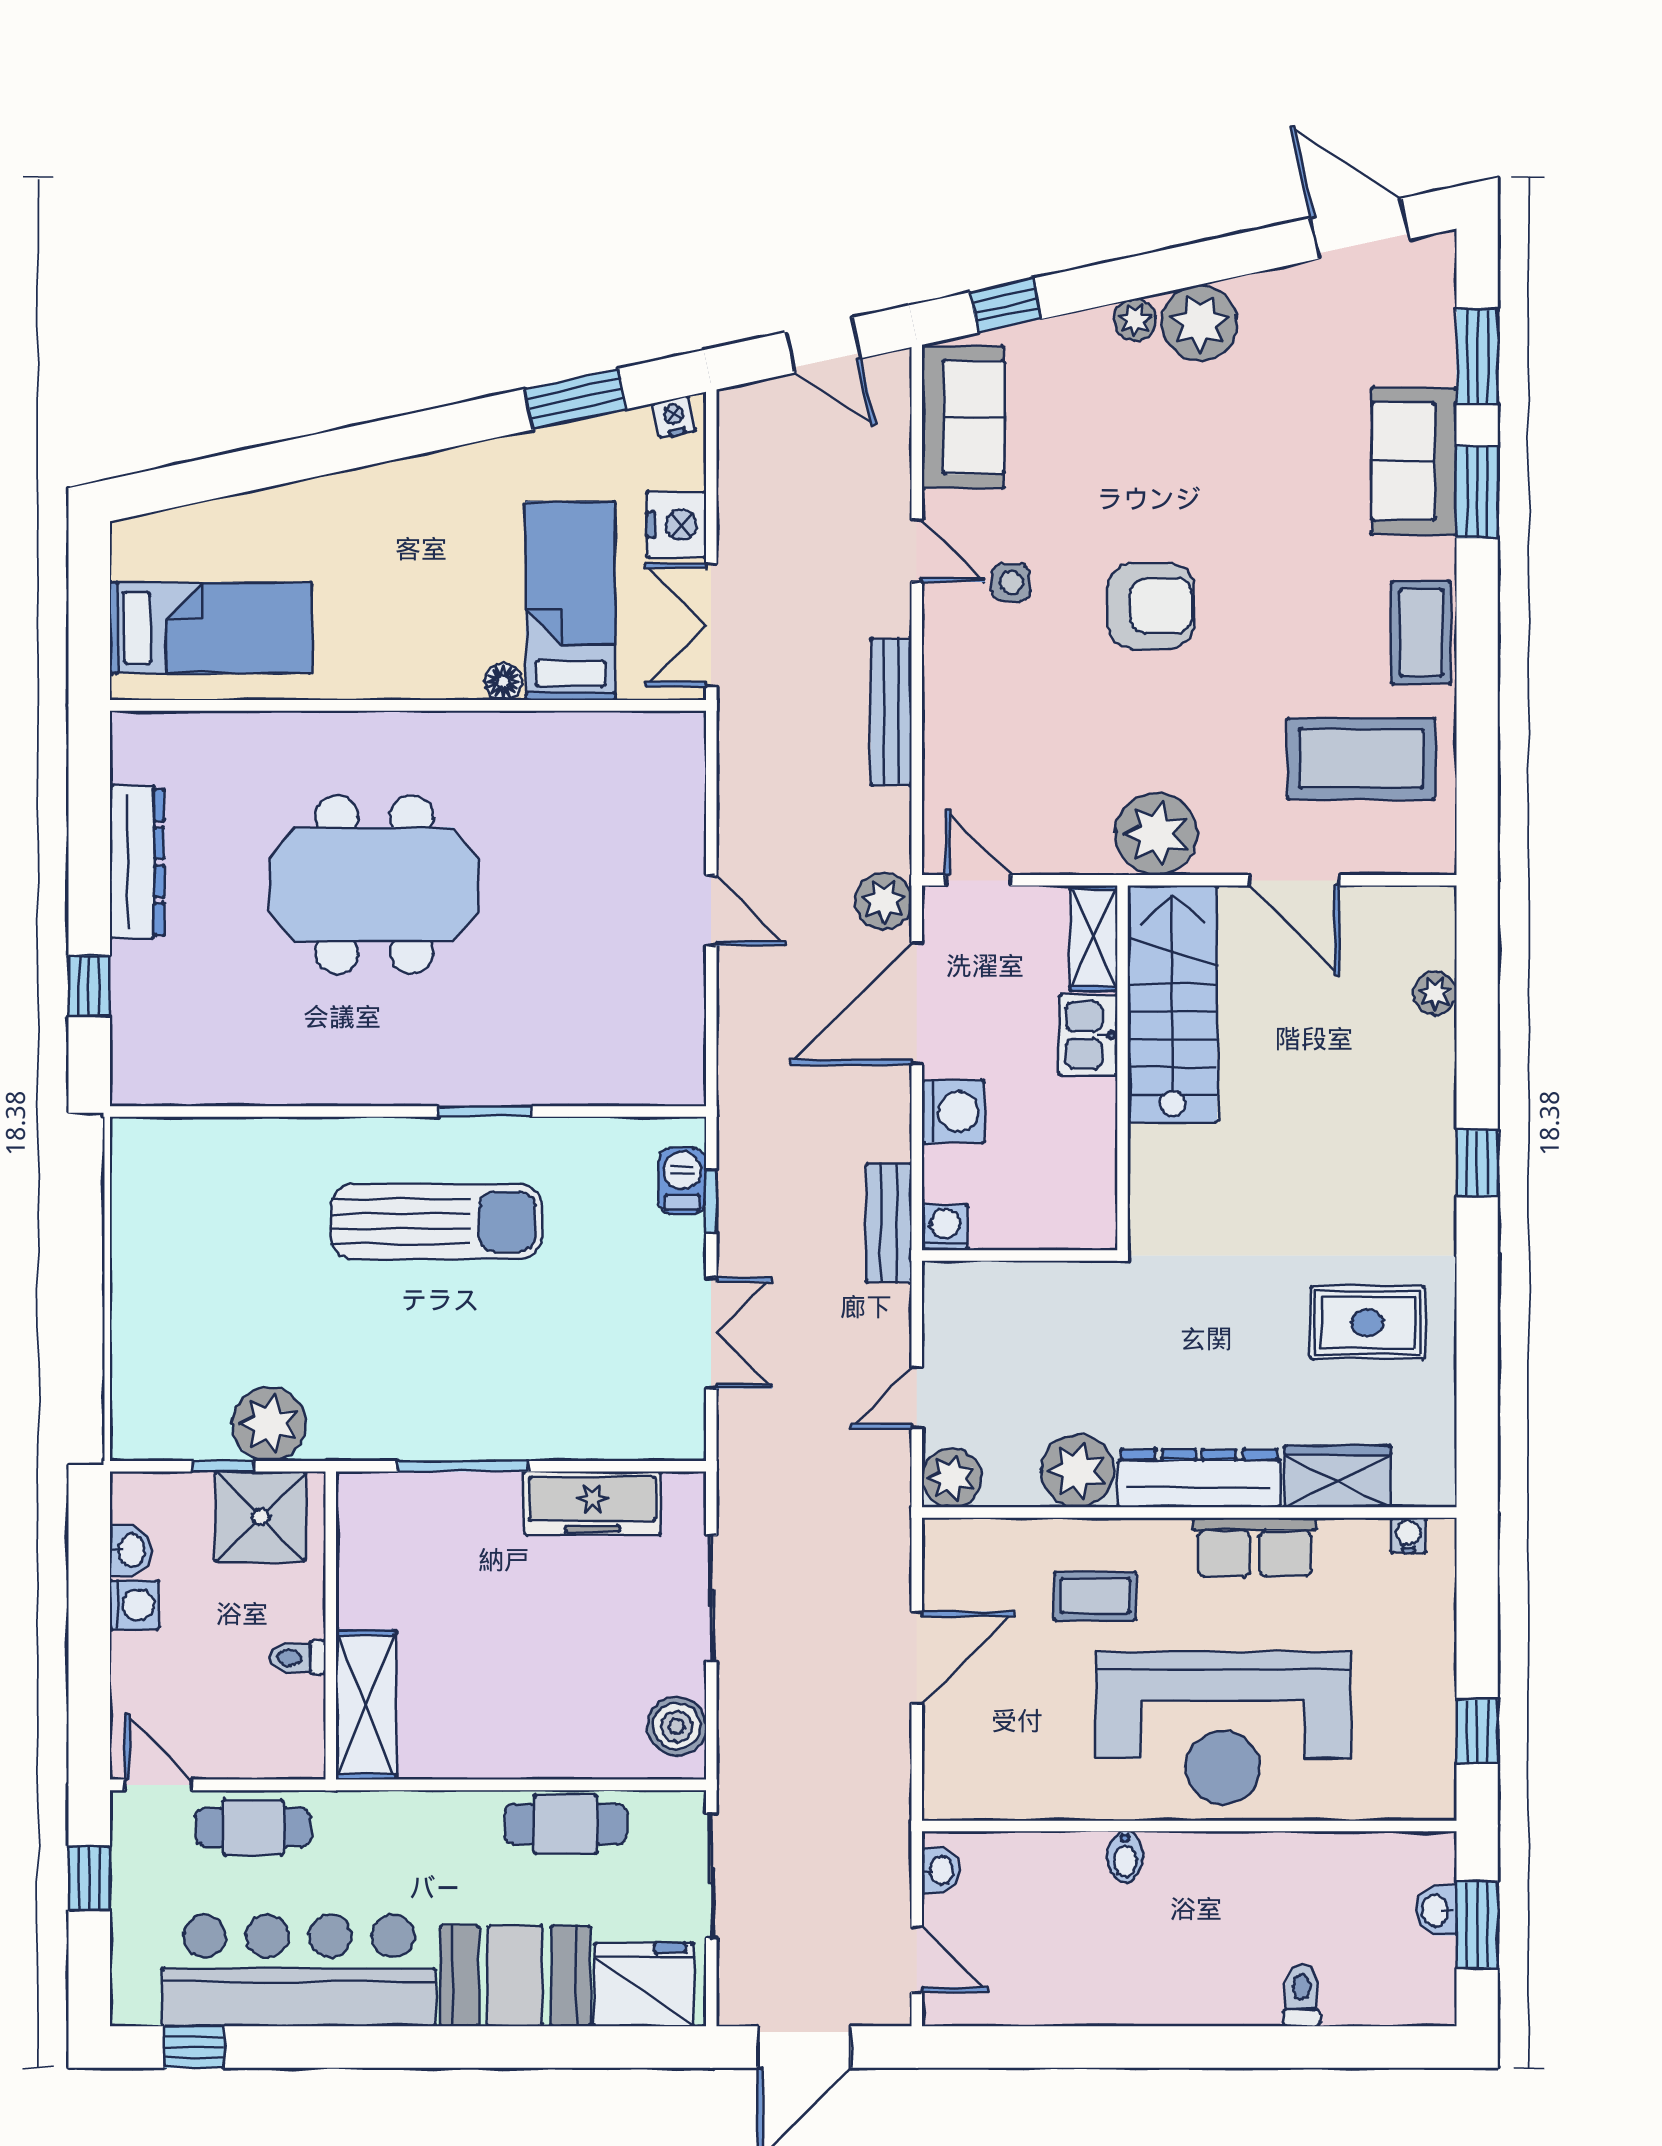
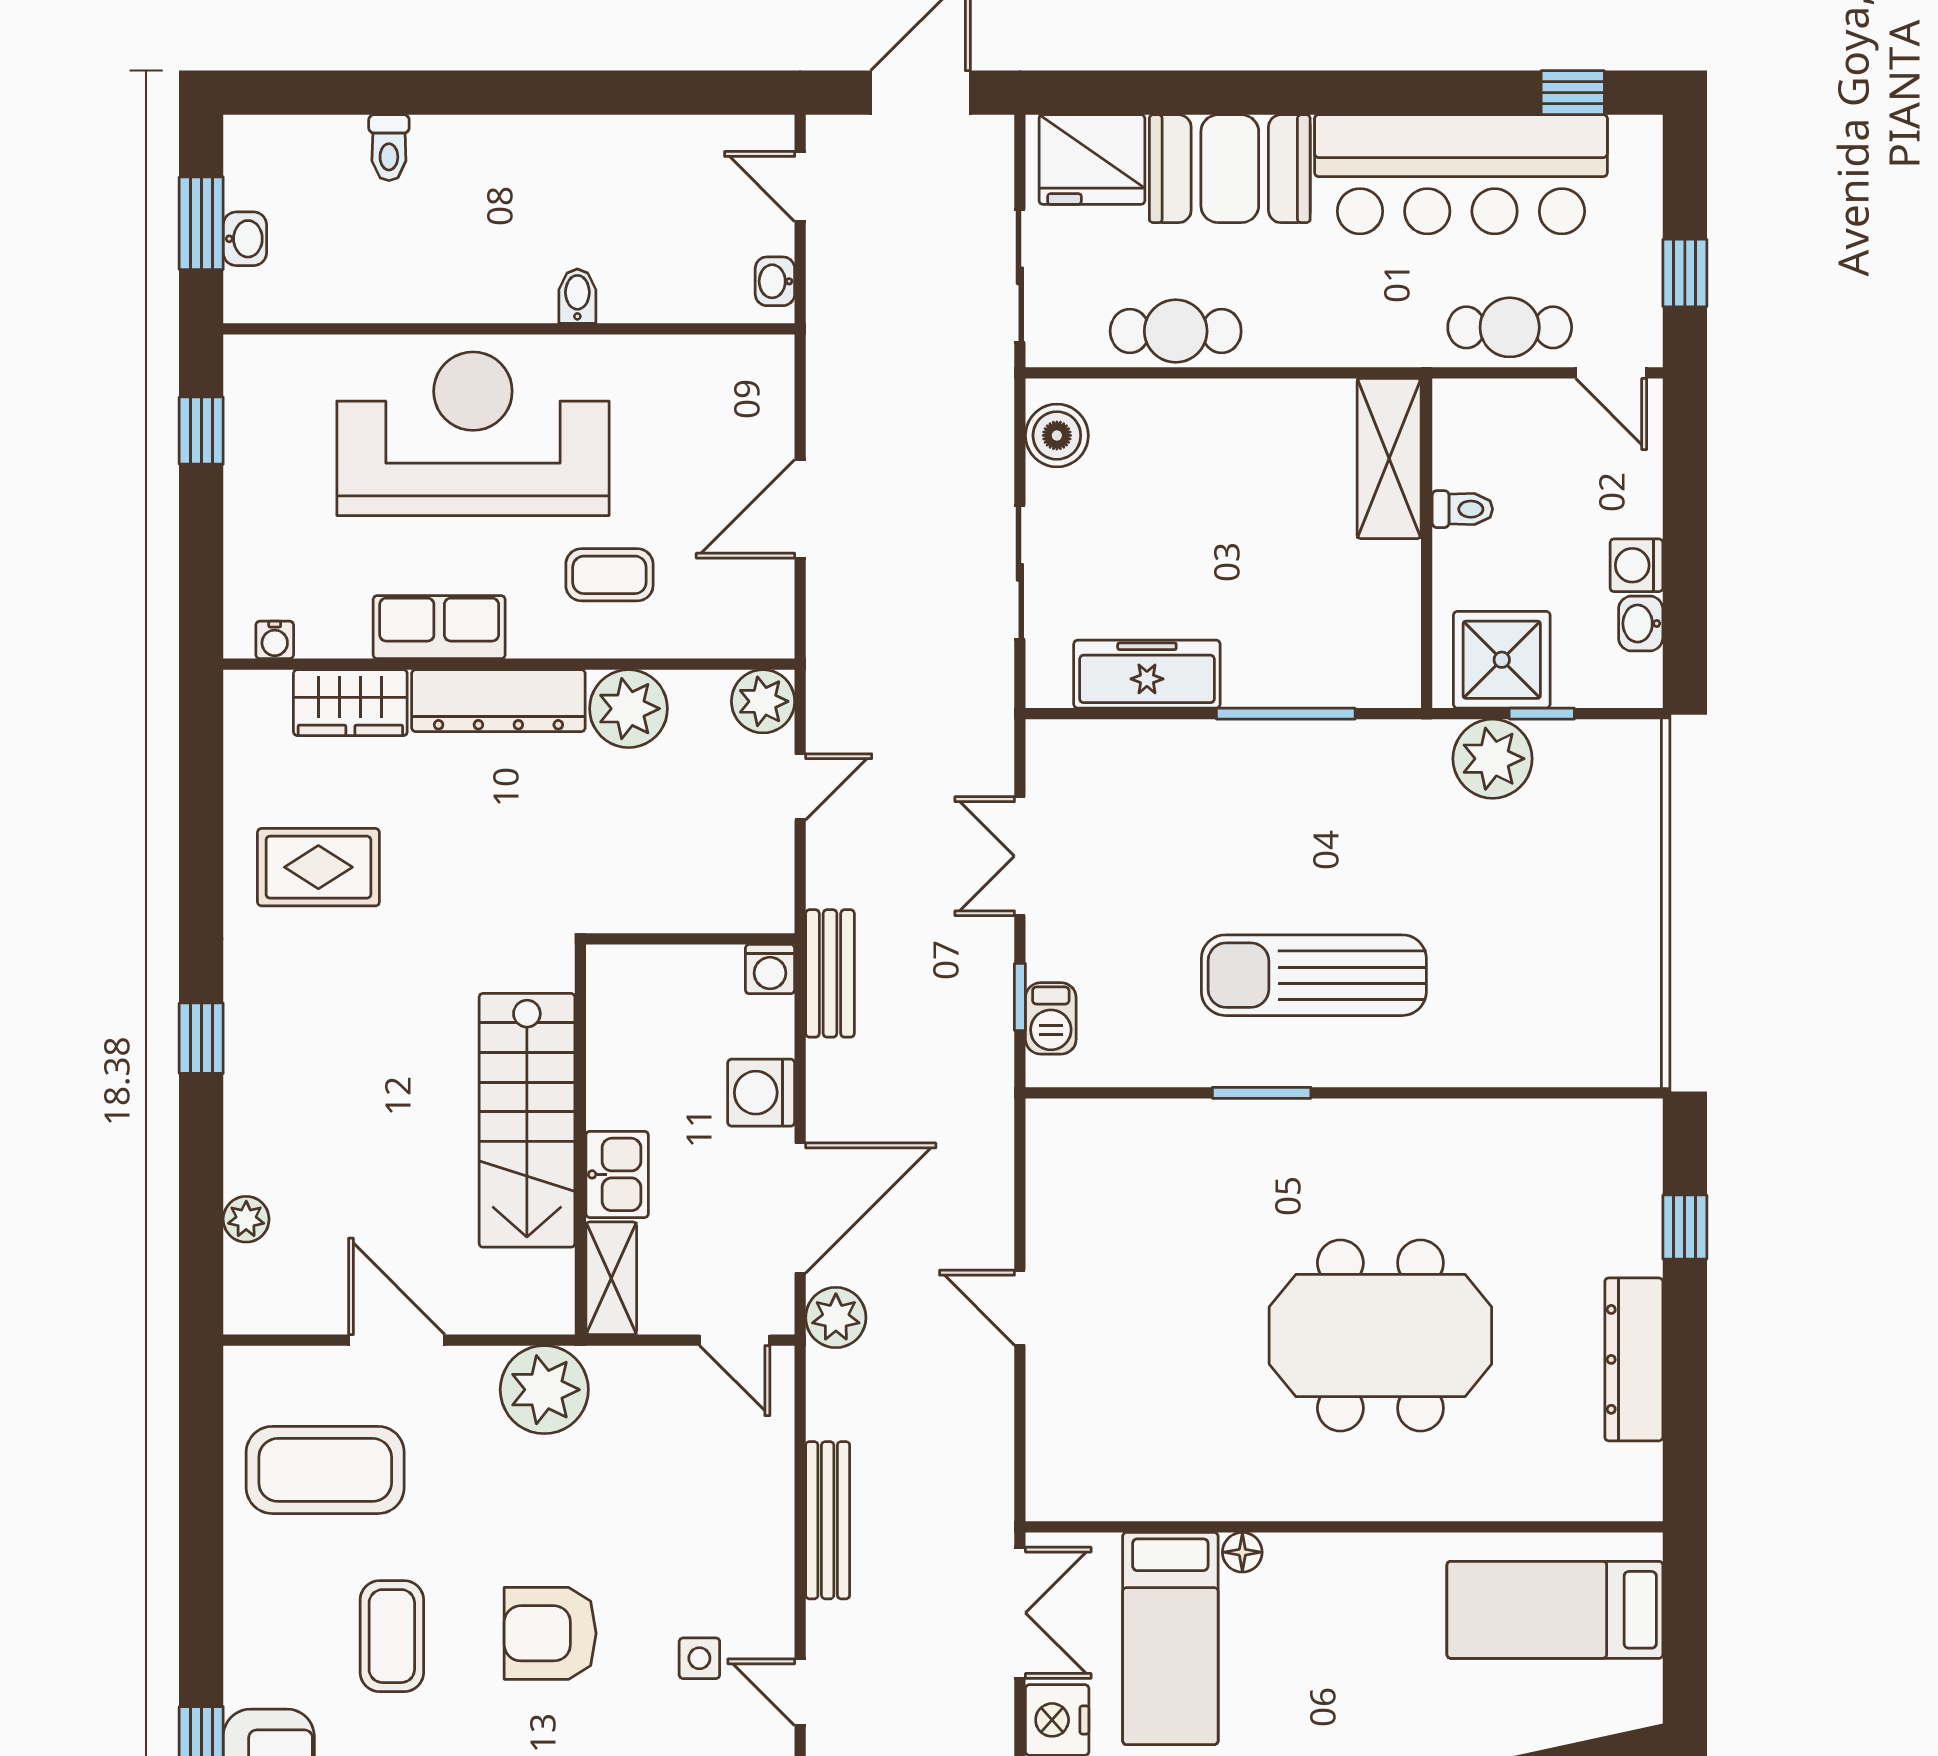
coffee table: (1421, 632) -> (392, 1636), moved
stairs: (1172, 1004) -> (527, 1120), moved

